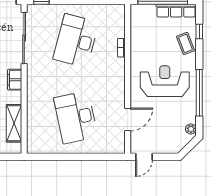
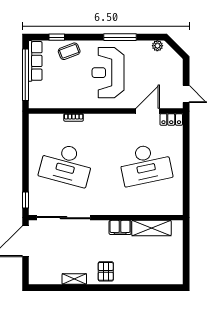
filing cabinet: (15, 80) -> (120, 227), moved
window: (199, 93) -> (120, 37), width x0.68
door: (128, 119) -> (148, 111), hinge flipped
locker: (119, 142) -> (171, 119), added

